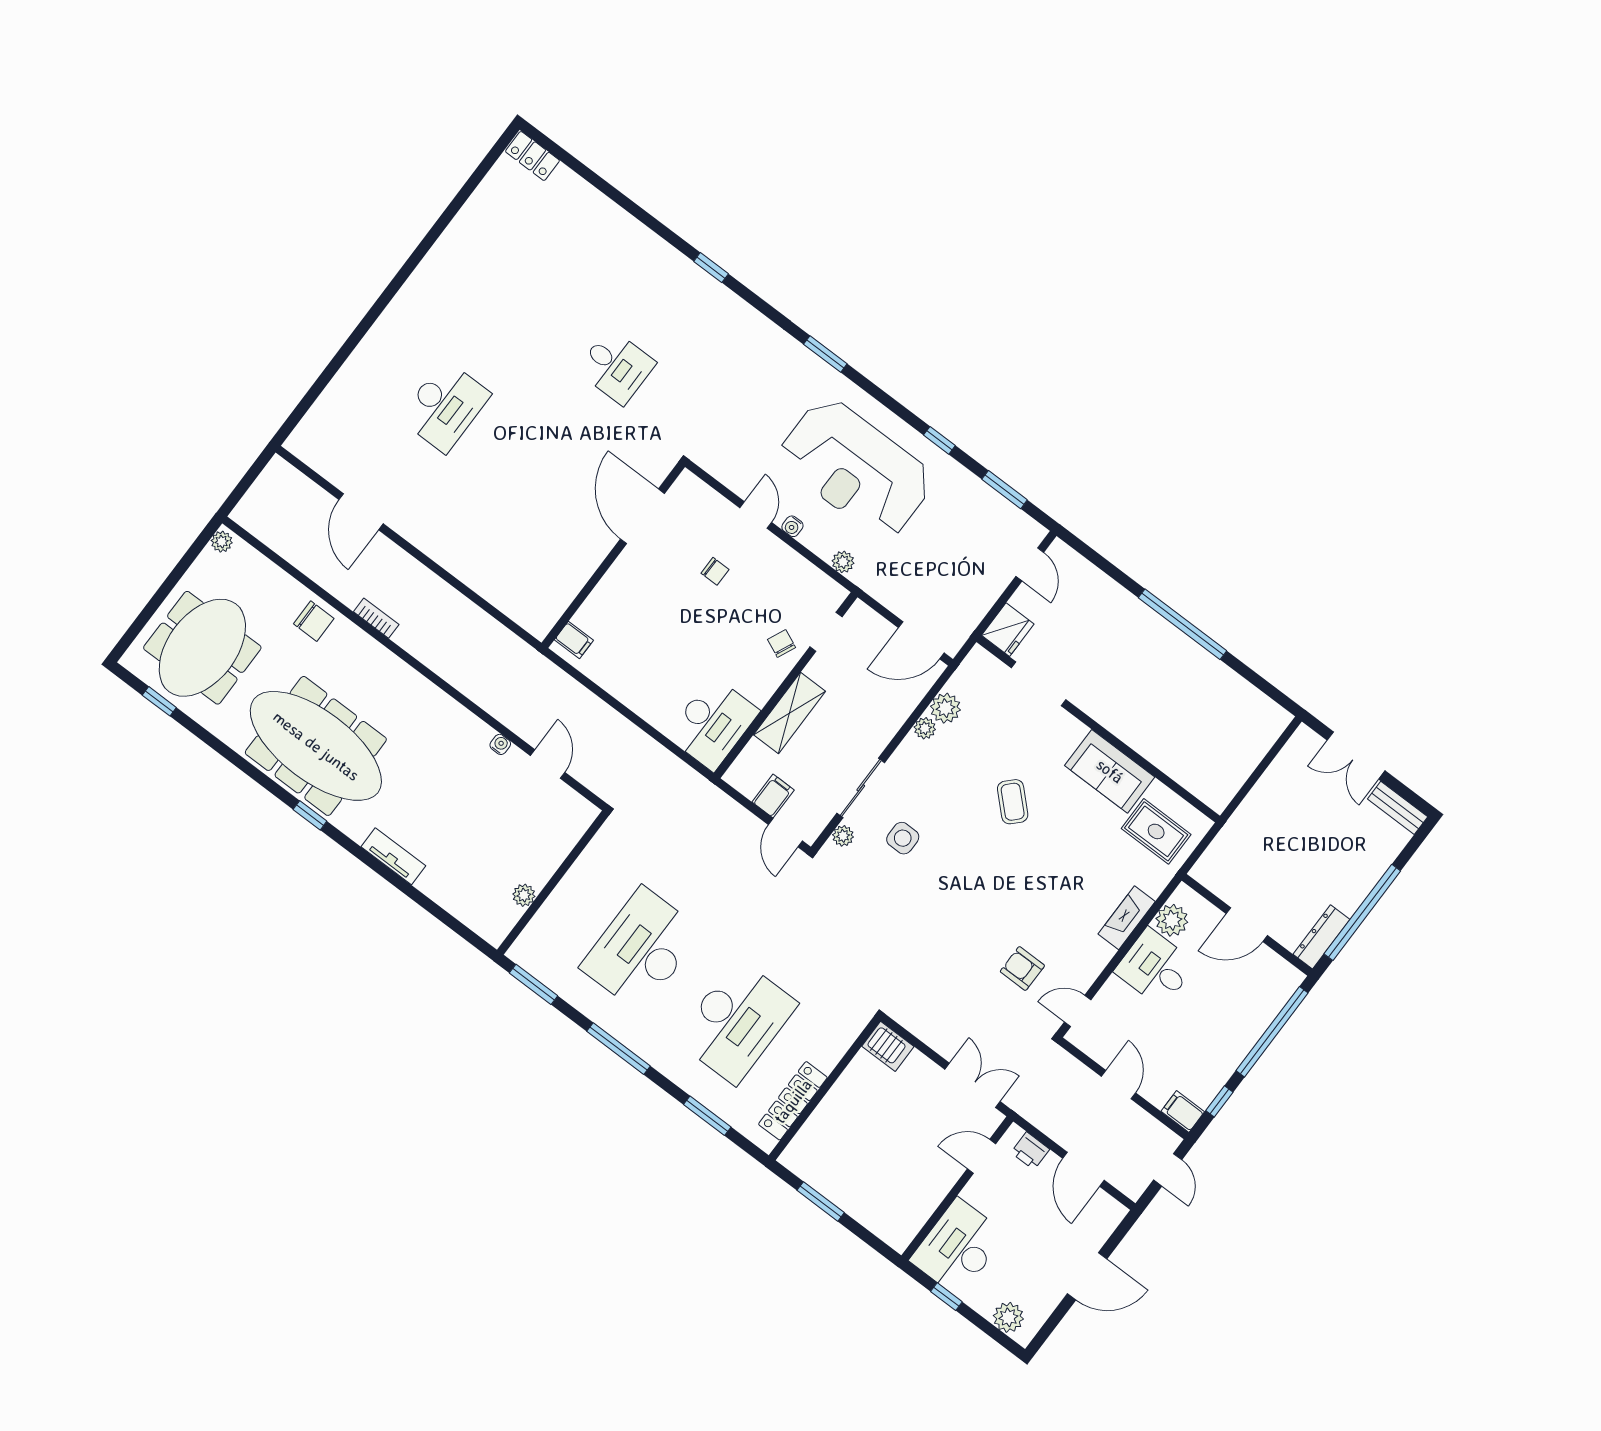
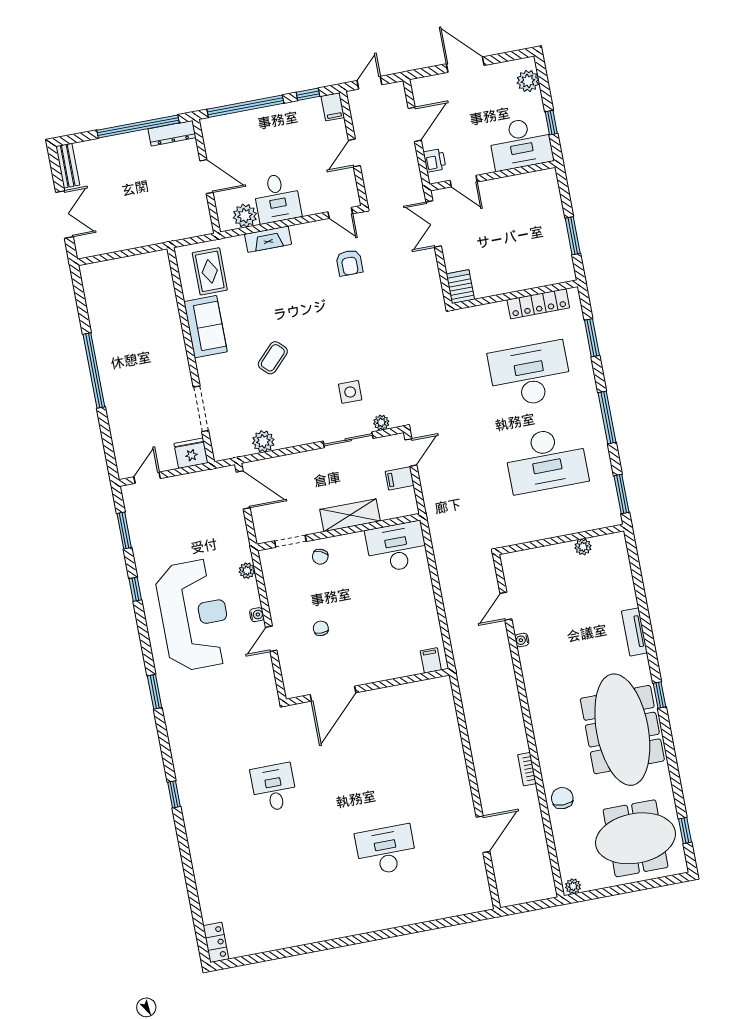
plant: (925, 728) -> (284, 441), removed

